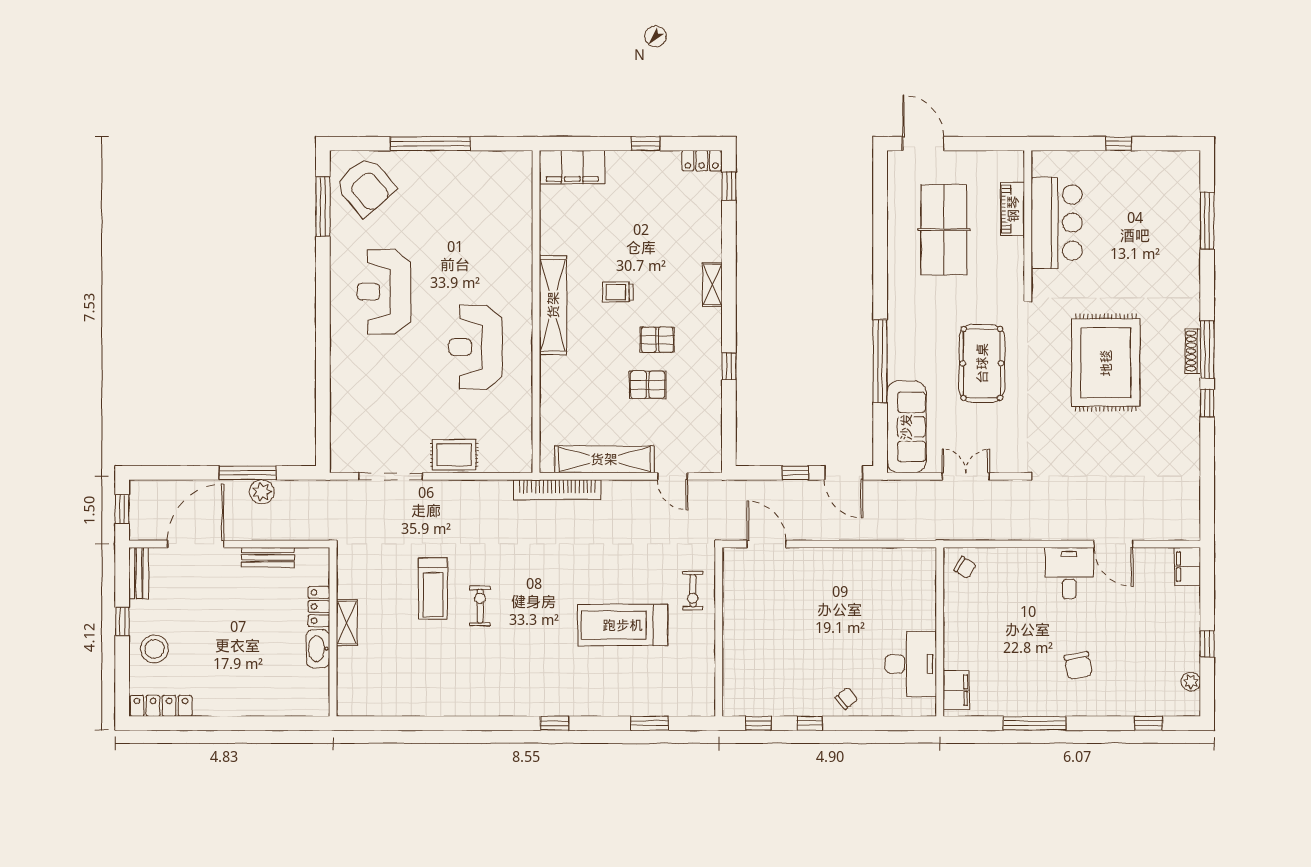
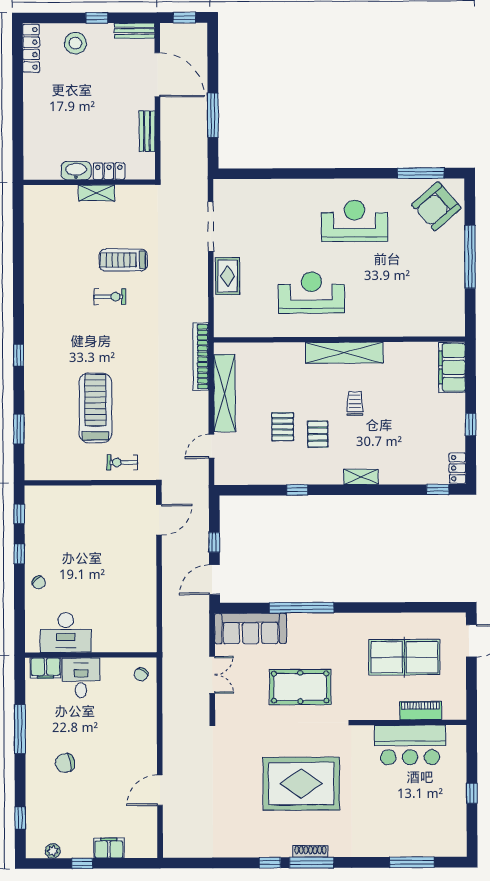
plant: (262, 492) -> (198, 126), removed
filing cabinet: (1188, 567) -> (109, 848), moved
desk: (1069, 573) -> (81, 678), moved, turned -90

